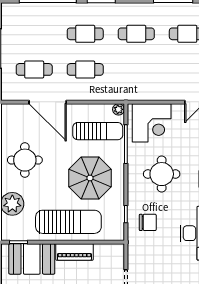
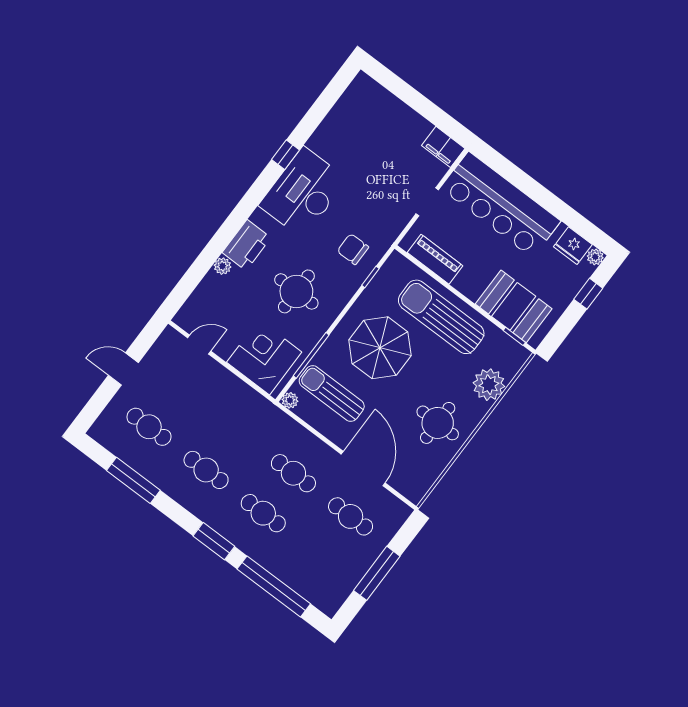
piano: (74, 252) -> (435, 259), moved

